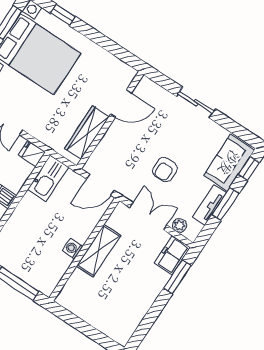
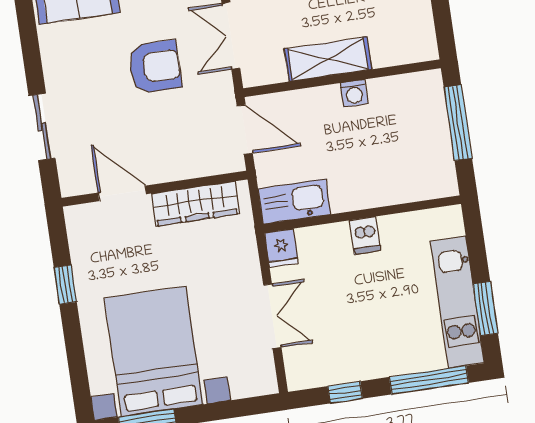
window: (63, 15) -> (65, 285), moved
sliding door: (196, 103) -> (42, 127), moved
armchair: (165, 170) -> (155, 67), width x1.38, depth x1.38

